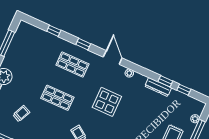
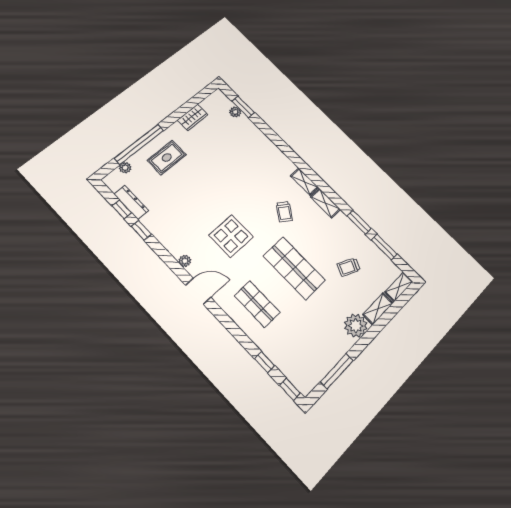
window: (83, 44) -> (290, 389), moved
door: (113, 57) -> (198, 291), swing flipped
dresser: (158, 87) -> (131, 202), moved
shop shelf: (57, 98) -> (294, 268), width x1.43, depth x1.36

